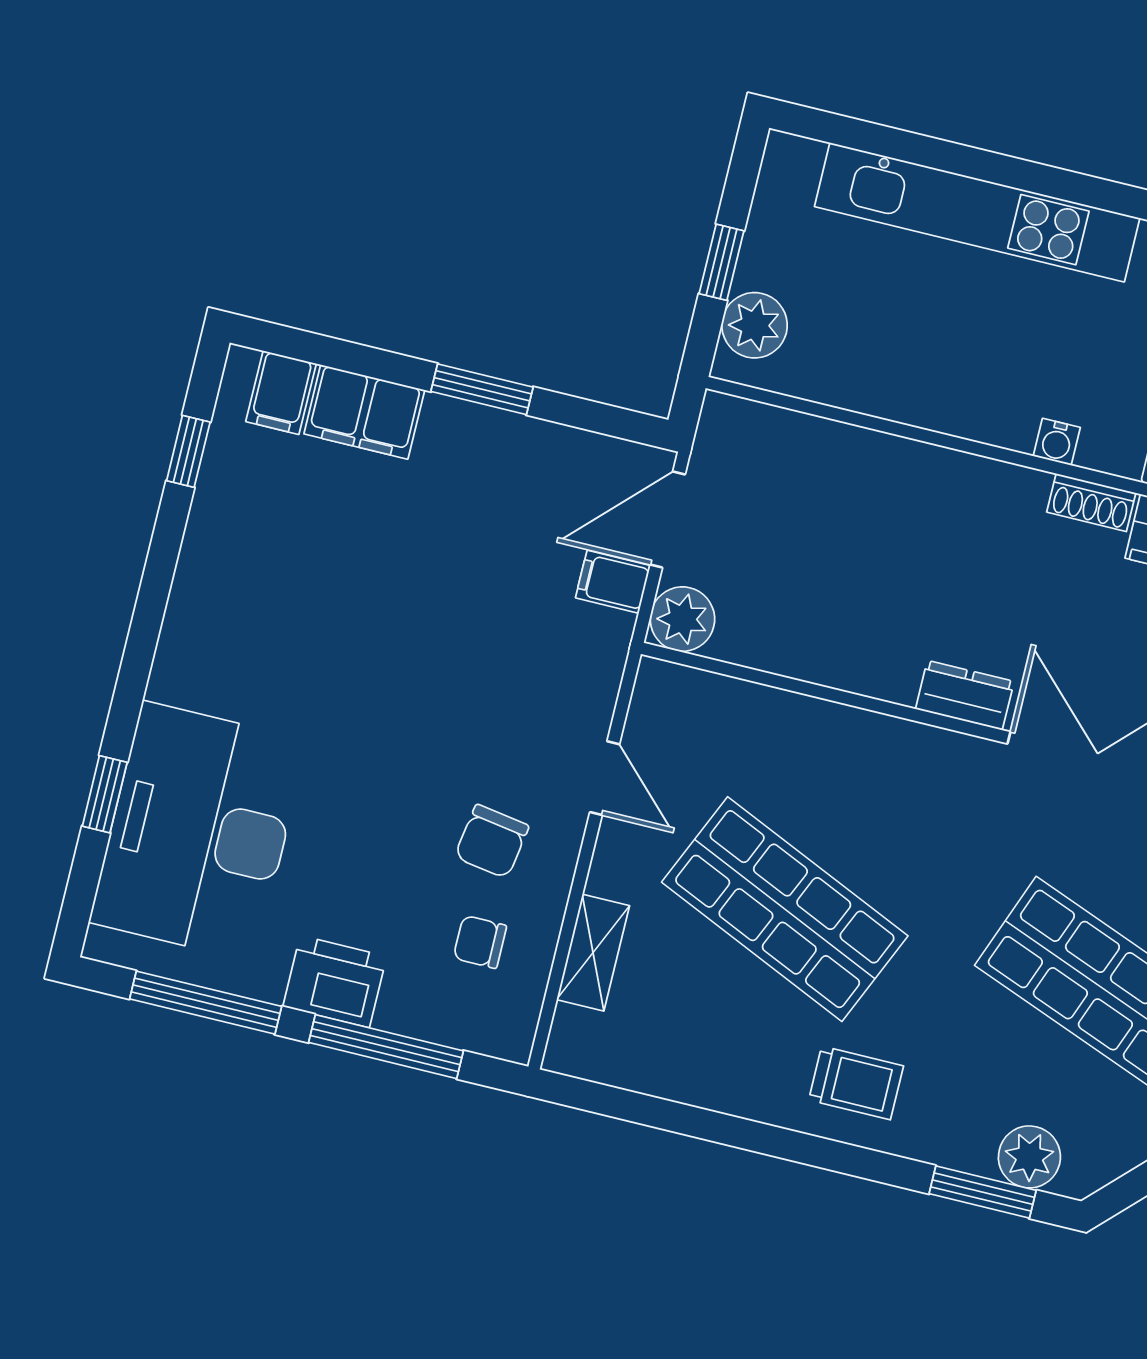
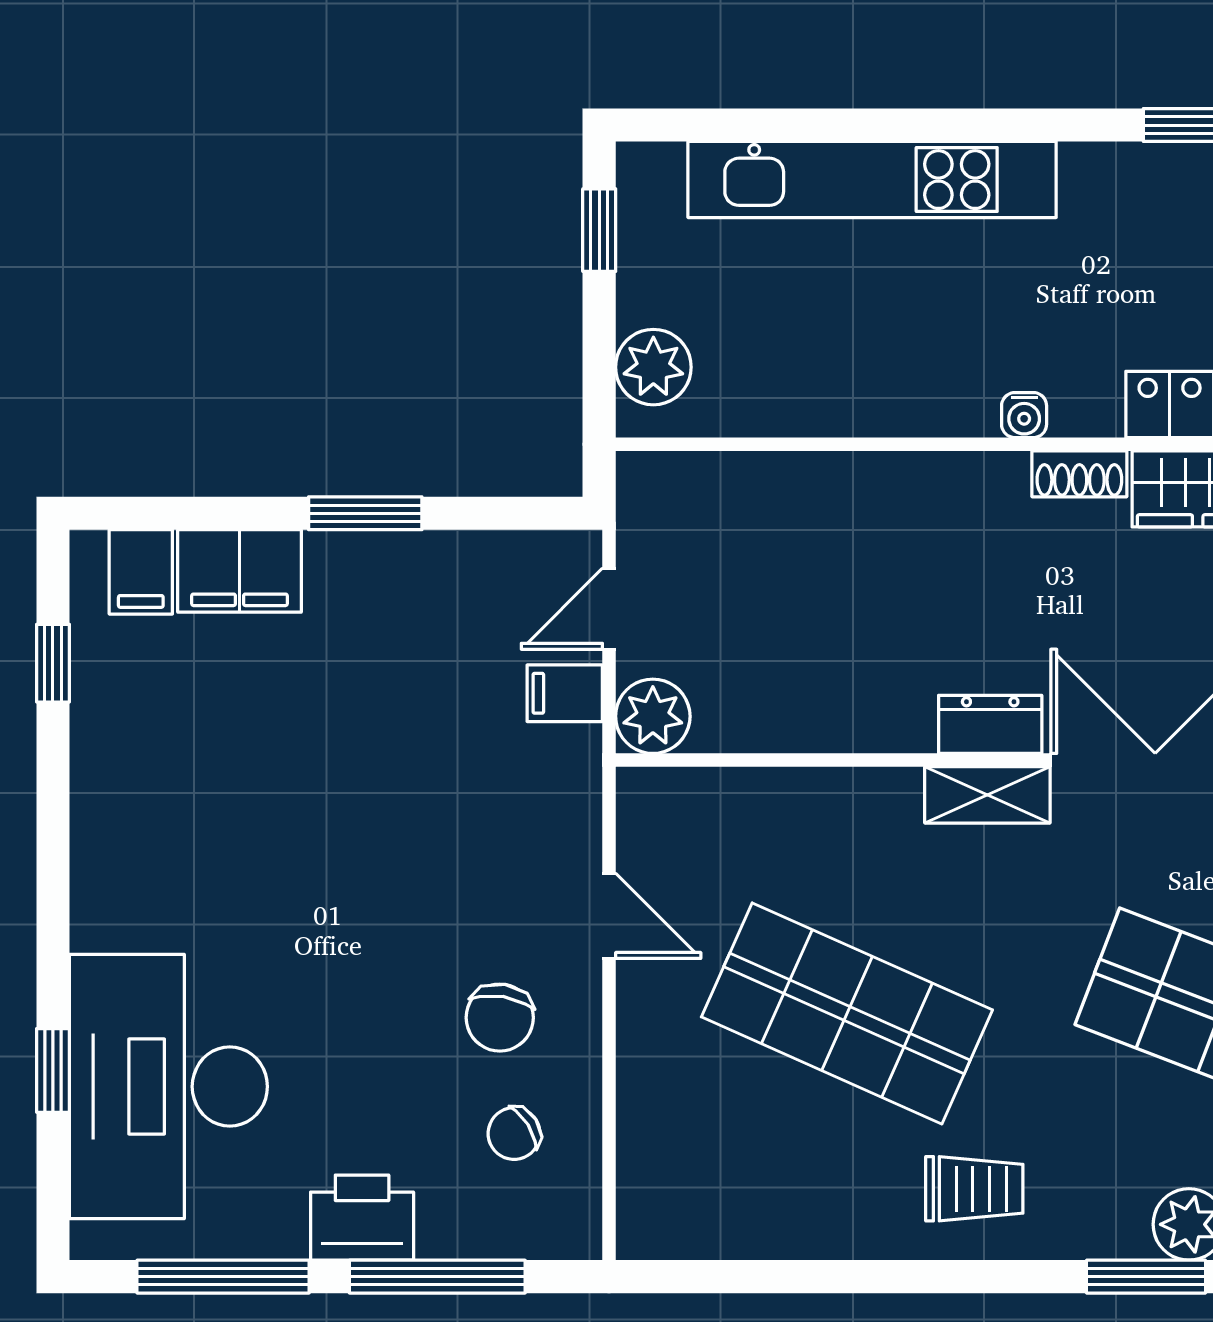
window: (722, 262) -> (599, 230), moved
door: (668, 520) -> (609, 609), width x0.73
chair: (480, 942) -> (514, 1133), turned -32
shelving: (593, 953) -> (987, 795), moved, turned 90

